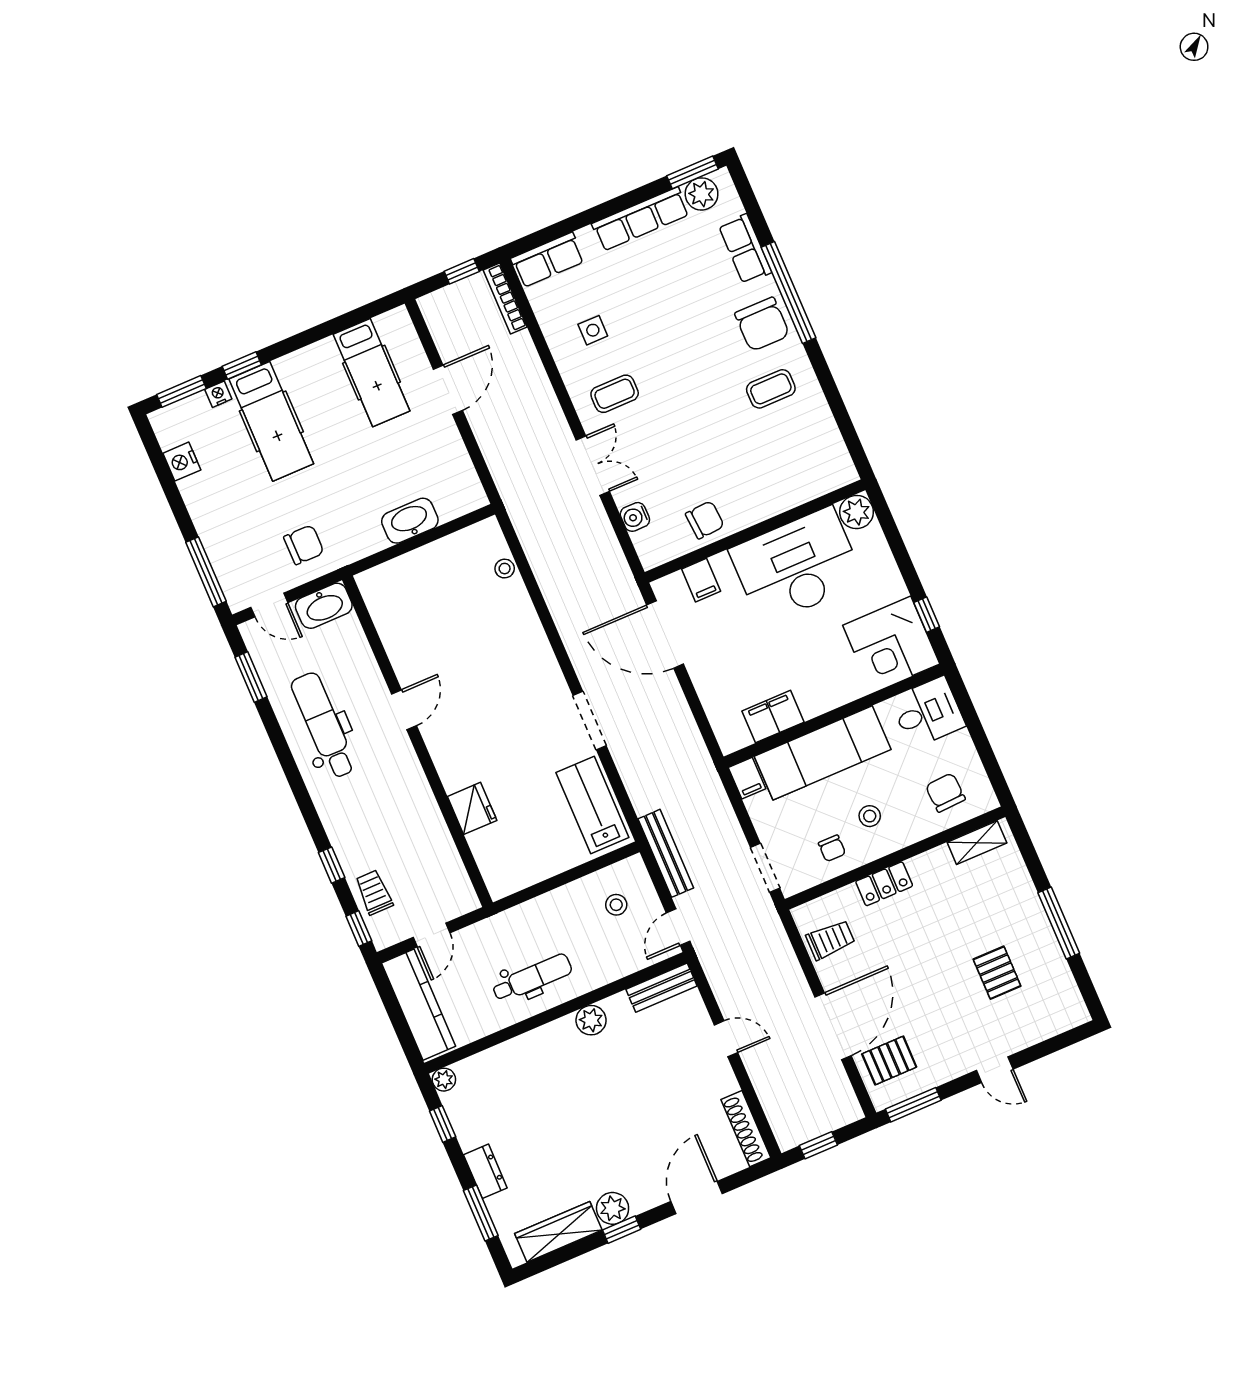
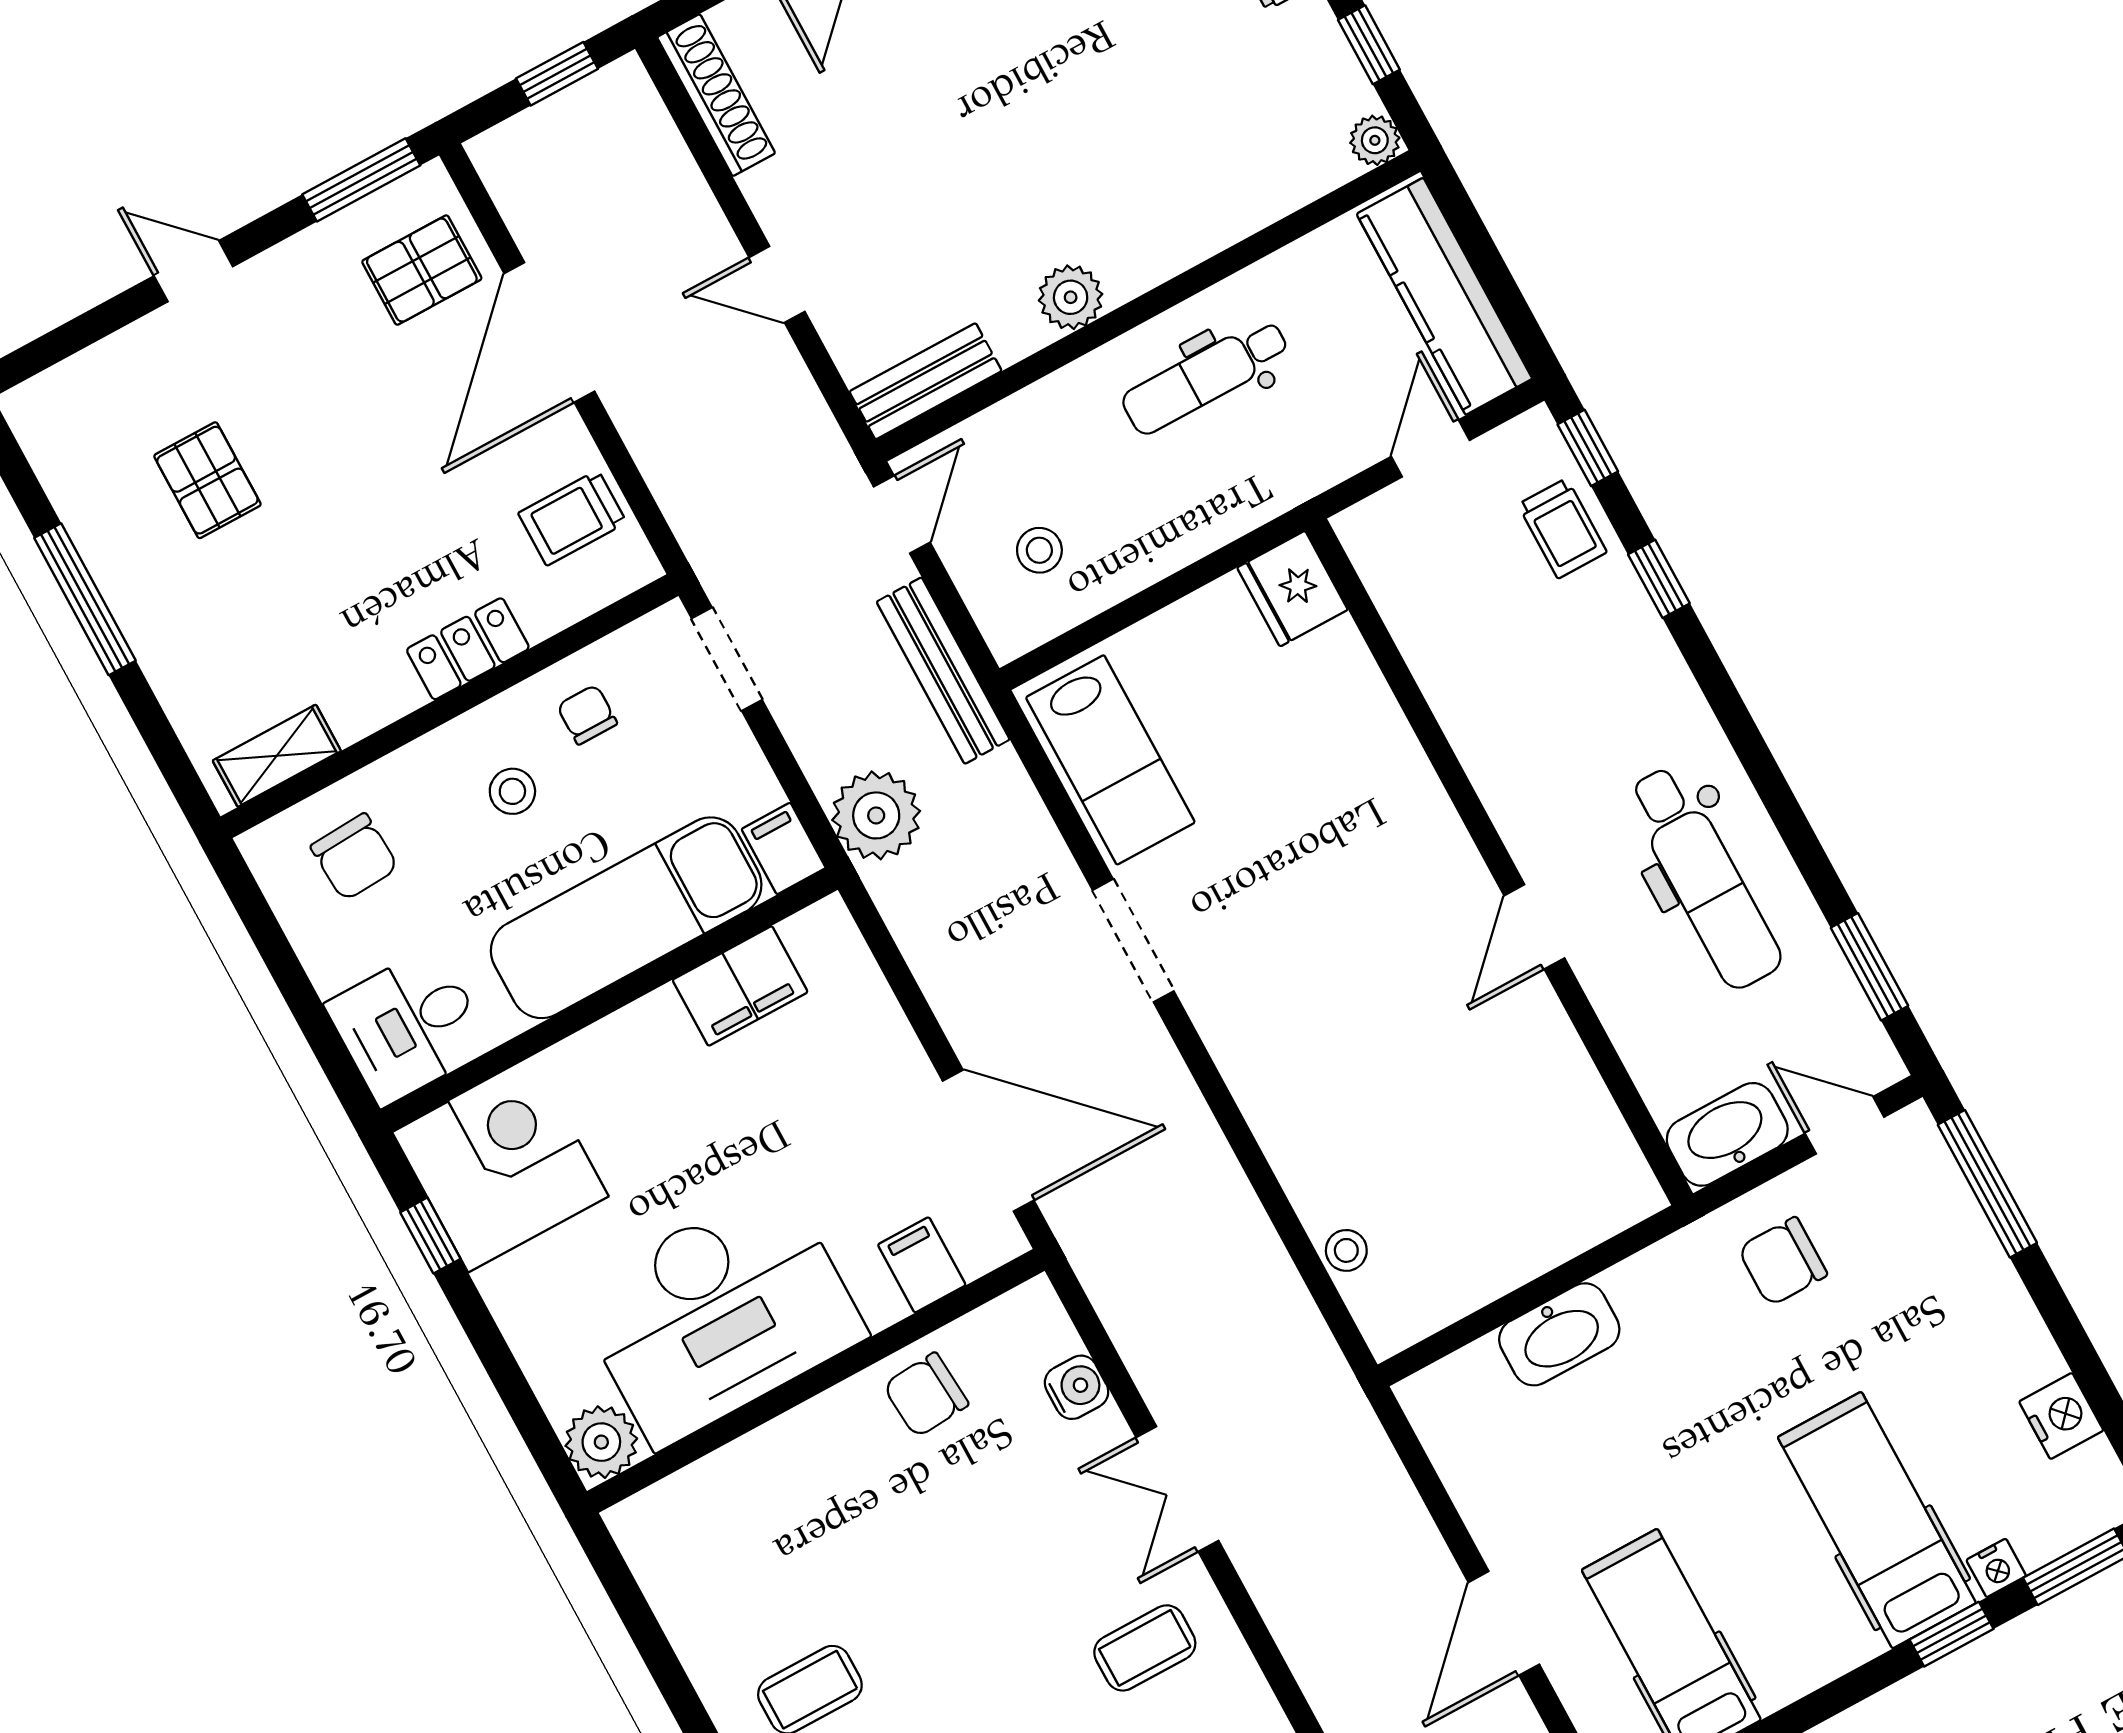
plant: (703, 789) -> (876, 815), added
fridge: (472, 808) -> (1292, 589), moved

